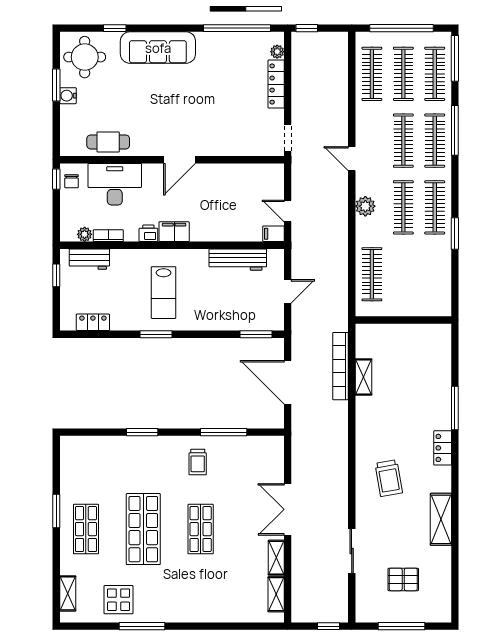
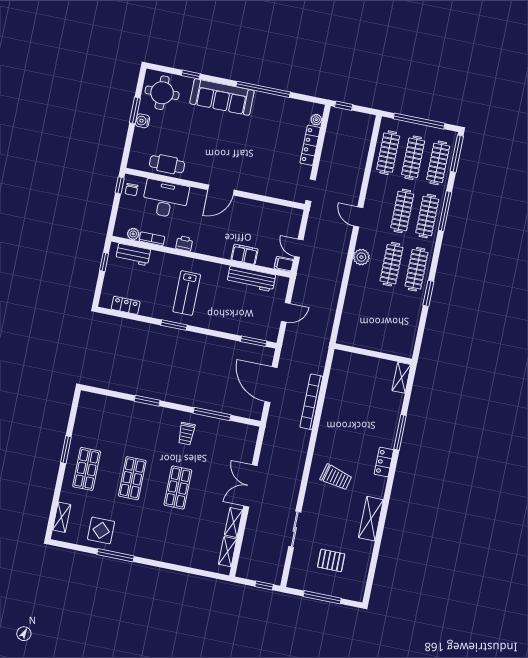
window: (237, 28) -> (263, 89), moved
filing cabinet: (174, 232) -> (245, 254), moved
clothes rail: (372, 274) -> (356, 312), removed
bookcase: (340, 366) -> (311, 402), moved
shelving: (363, 377) -> (401, 378), moved
trolley: (389, 478) -> (336, 477), turned -66
shop shelf: (143, 529) -> (132, 478), width x0.70, depth x0.74

